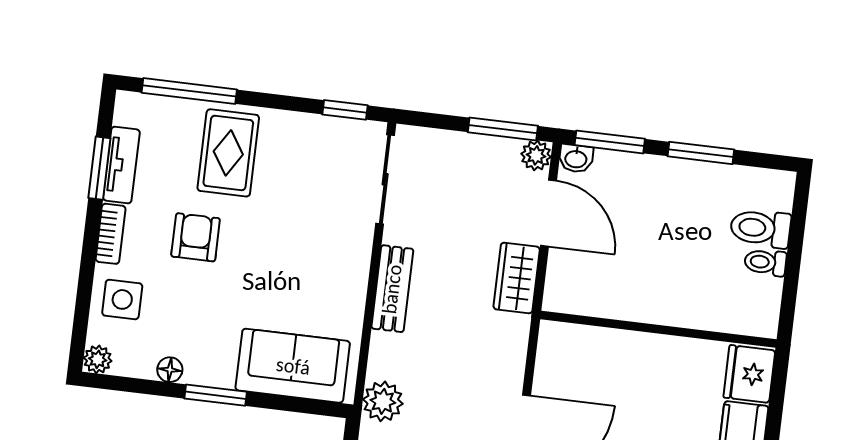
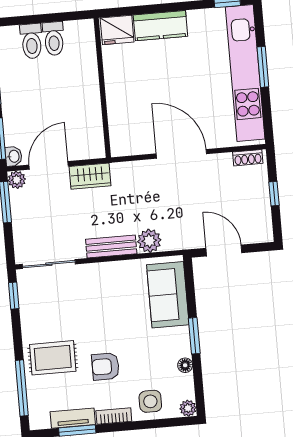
toilet: (765, 262) -> (54, 39), width x1.37, depth x1.39
plant: (383, 401) -> (149, 241), moved

